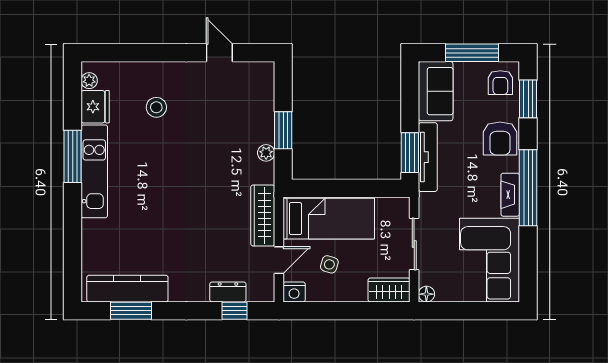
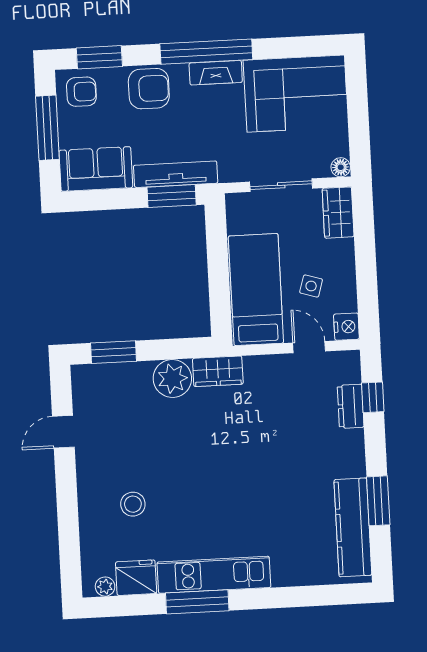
window: (283, 130) -> (113, 352), moved
plant: (266, 153) -> (172, 378), width x1.88, depth x1.88
wardrobe: (263, 215) -> (218, 371), moved, width x0.67
window: (131, 311) -> (378, 501), moved

